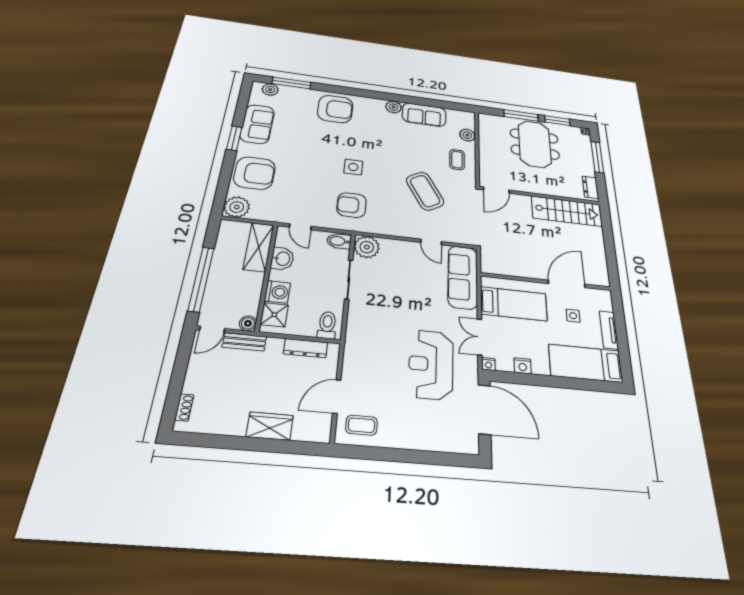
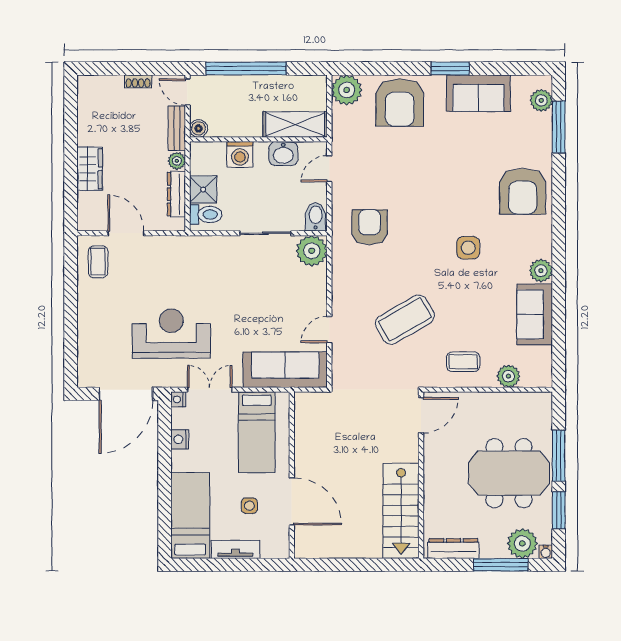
plant: (582, 143) -> (522, 543), added
side table: (353, 167) -> (468, 248), moved
dresser: (590, 187) -> (453, 549), width x1.44
door: (496, 190) -> (421, 415), swing flipped
shower: (274, 315) -> (203, 189), moved
plant: (275, 345) -> (177, 161), added
shoe rack: (184, 407) -> (138, 81), moved

